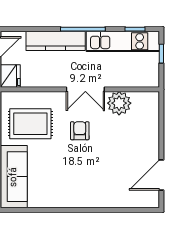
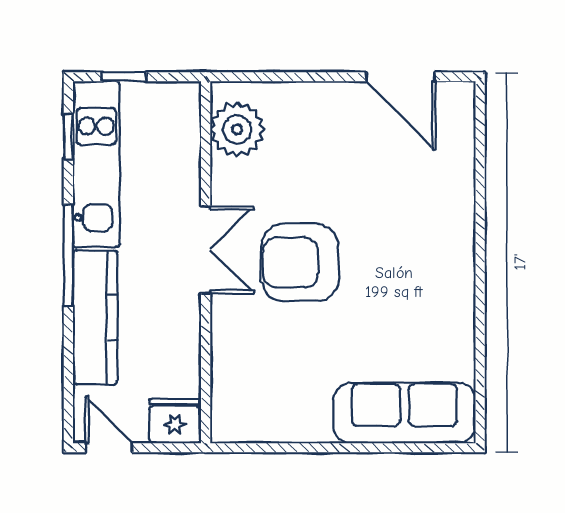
plant: (119, 103) -> (237, 129), moved
rug: (30, 124) -> (284, 375), removed
armchair: (80, 131) -> (300, 262), width x1.88, depth x1.88

